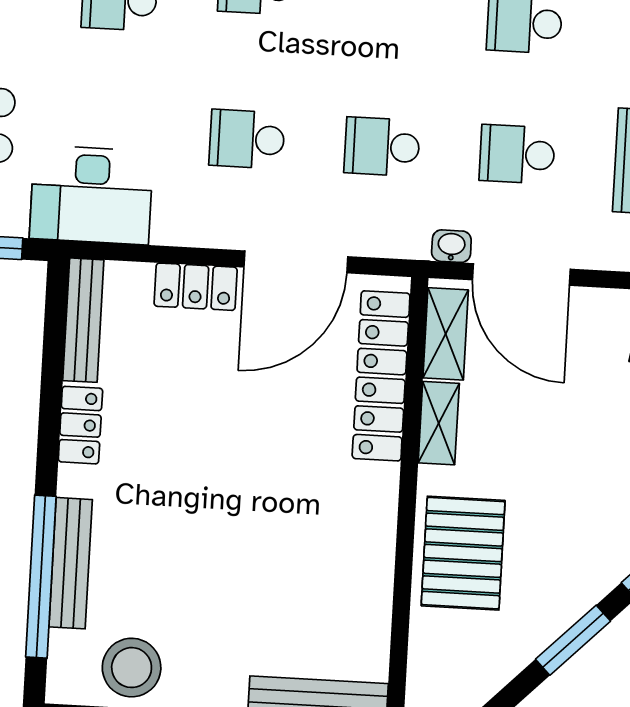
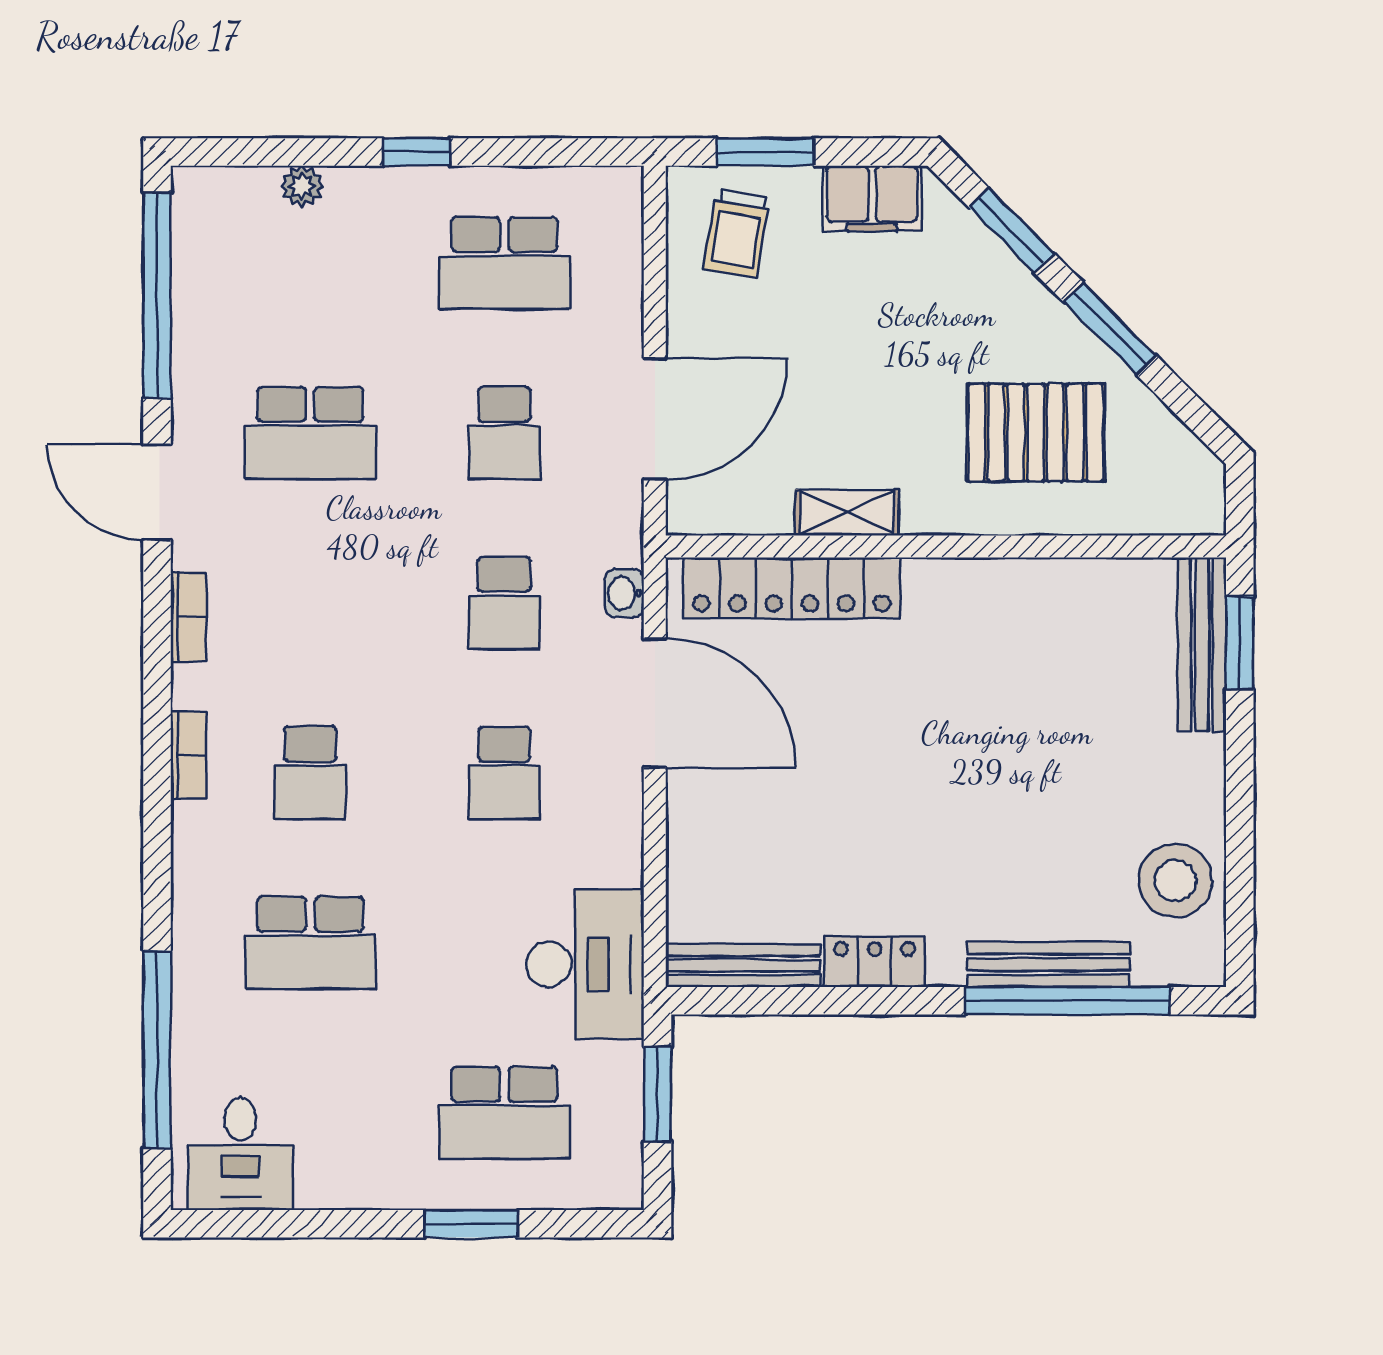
washbasin: (451, 246) -> (624, 593), moved
locker: (196, 287) -> (693, 827), removed
shelving: (446, 334) -> (735, 510), removed
pallet: (463, 553) -> (1036, 433), moved

